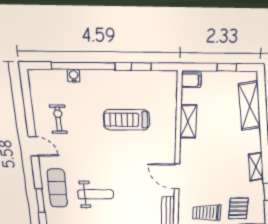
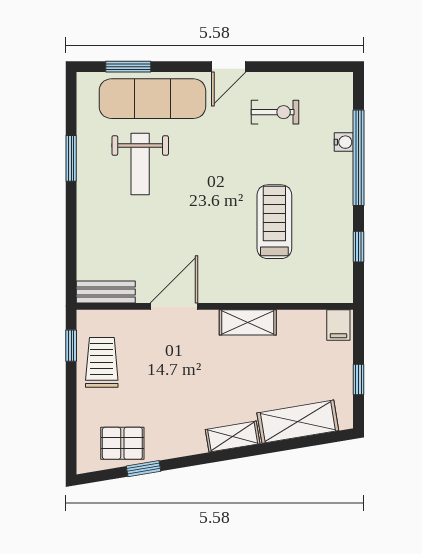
shelving: (188, 122) -> (248, 322), moved
shelving: (256, 167) -> (233, 437), moved
exercise mat: (57, 188) -> (152, 99), width x1.36, depth x1.45
pallet: (238, 209) -> (122, 443), moved

